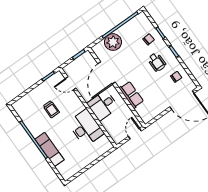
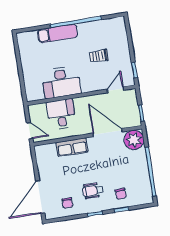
plant: (113, 42) -> (134, 140), moved
desk: (103, 105) -> (61, 114), moved

